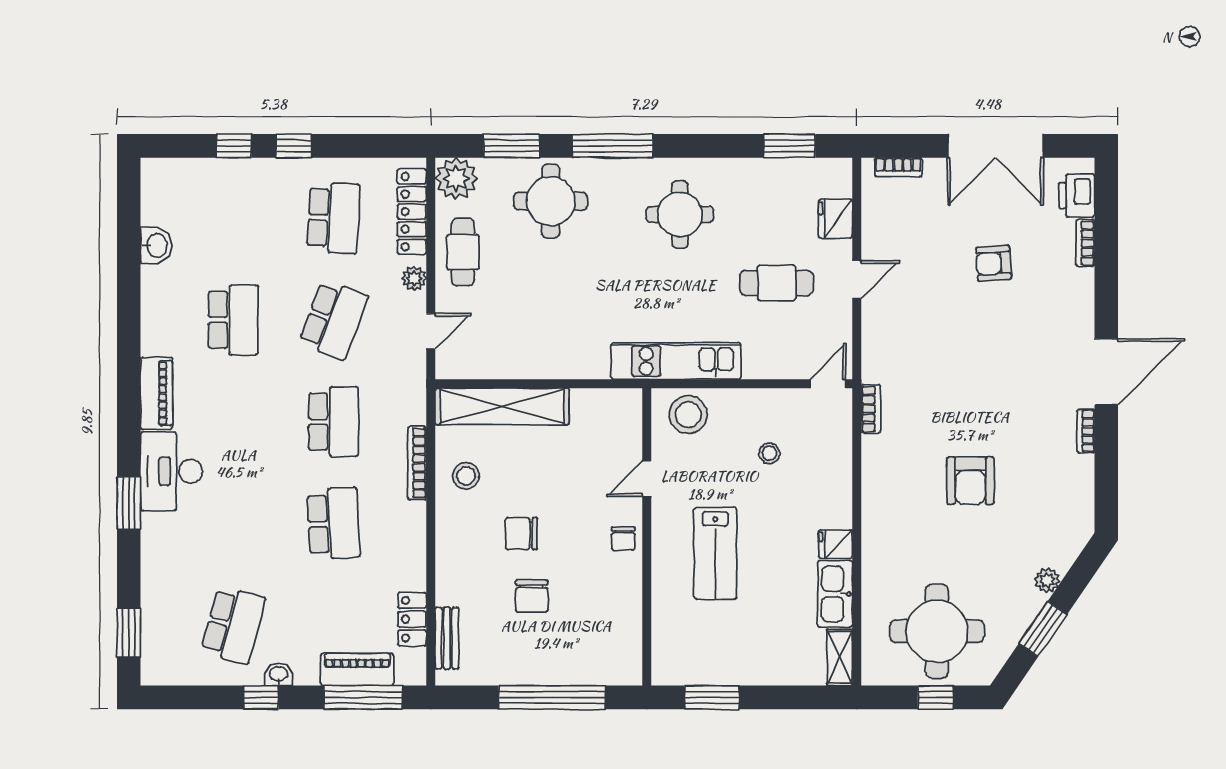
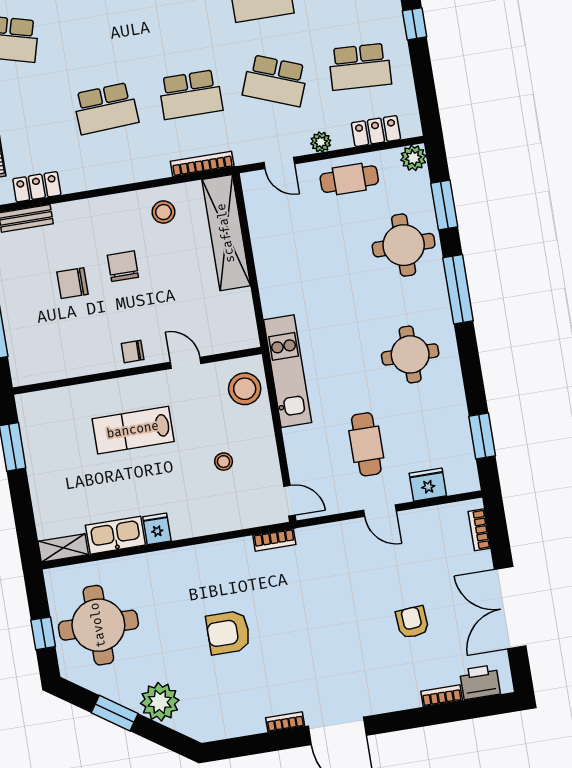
plant: (456, 178) -> (413, 158), width x0.73, depth x0.73
locker: (412, 212) -> (376, 131), width x0.66
bookcase: (417, 463) -> (202, 164), moved
plant: (1047, 580) -> (160, 702), width x1.87, depth x1.87

